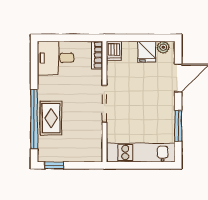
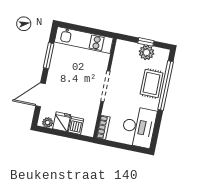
dishwasher: (114, 51) -> (76, 125), moved
desk: (55, 58) -> (139, 127), width x1.37
plant: (64, 153) -> (146, 52), added
window: (54, 165) -> (146, 42), moved

